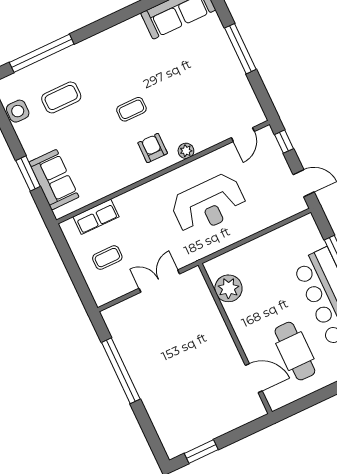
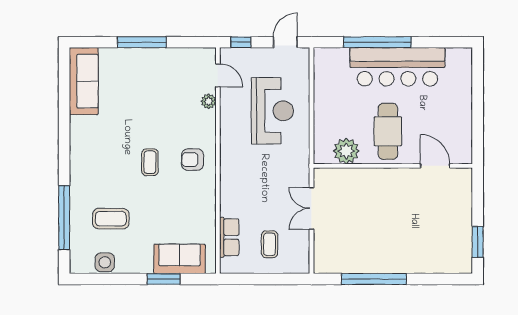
coffee table: (61, 97) -> (111, 219), turned 90
plant: (186, 151) -> (209, 101), moved
reception desk: (209, 204) -> (272, 111), moved
cafe table: (295, 351) -> (388, 131), moved, turned 90
door: (254, 378) -> (435, 166), hinge flipped

